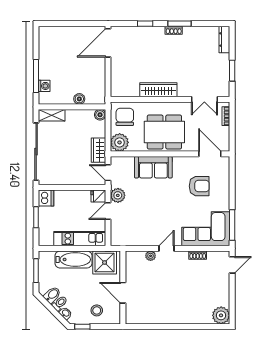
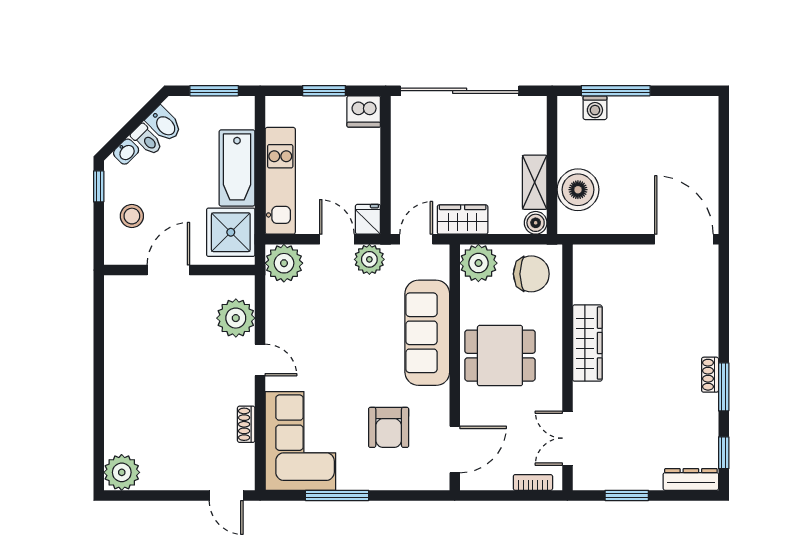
window: (145, 24) -> (724, 453), moved
boiler: (79, 99) -> (578, 190), width x1.86, depth x1.86
shelving: (52, 115) -> (535, 182), moved
dining table: (164, 132) -> (500, 356), width x0.73
sofa: (153, 167) -> (427, 333), width x1.36
window: (232, 225) -> (337, 495), moved
plant: (120, 237) -> (284, 263), added
plant: (151, 256) -> (236, 318), width x1.88, depth x1.88

